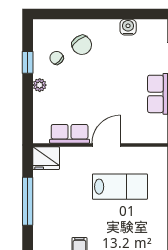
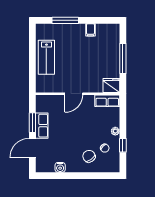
row of seats: (70, 134) -> (107, 101), moved
lab bench: (120, 187) -> (46, 57), moved, turned -90

